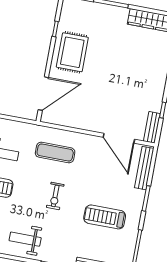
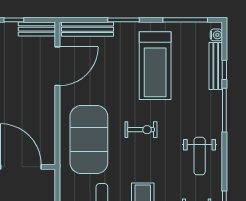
exercise mat: (55, 153) -> (89, 140), width x2.00, depth x1.45
treadmill: (105, 217) -> (155, 66), width x1.37, depth x1.38

